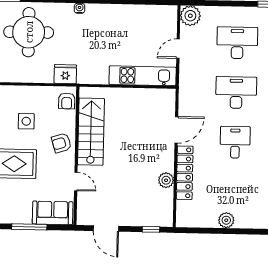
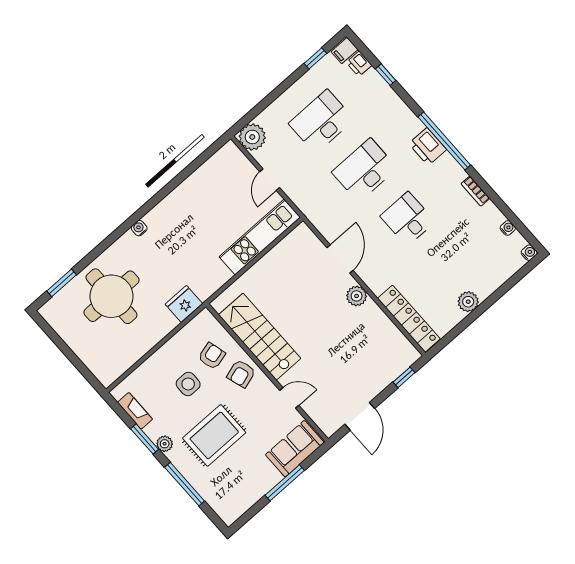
armchair: (67, 101) -> (212, 356), moved, turned -105
locker: (185, 173) -> (409, 319), moved
plant: (166, 180) -> (357, 296), moved
door: (106, 228) -> (360, 416), hinge flipped

